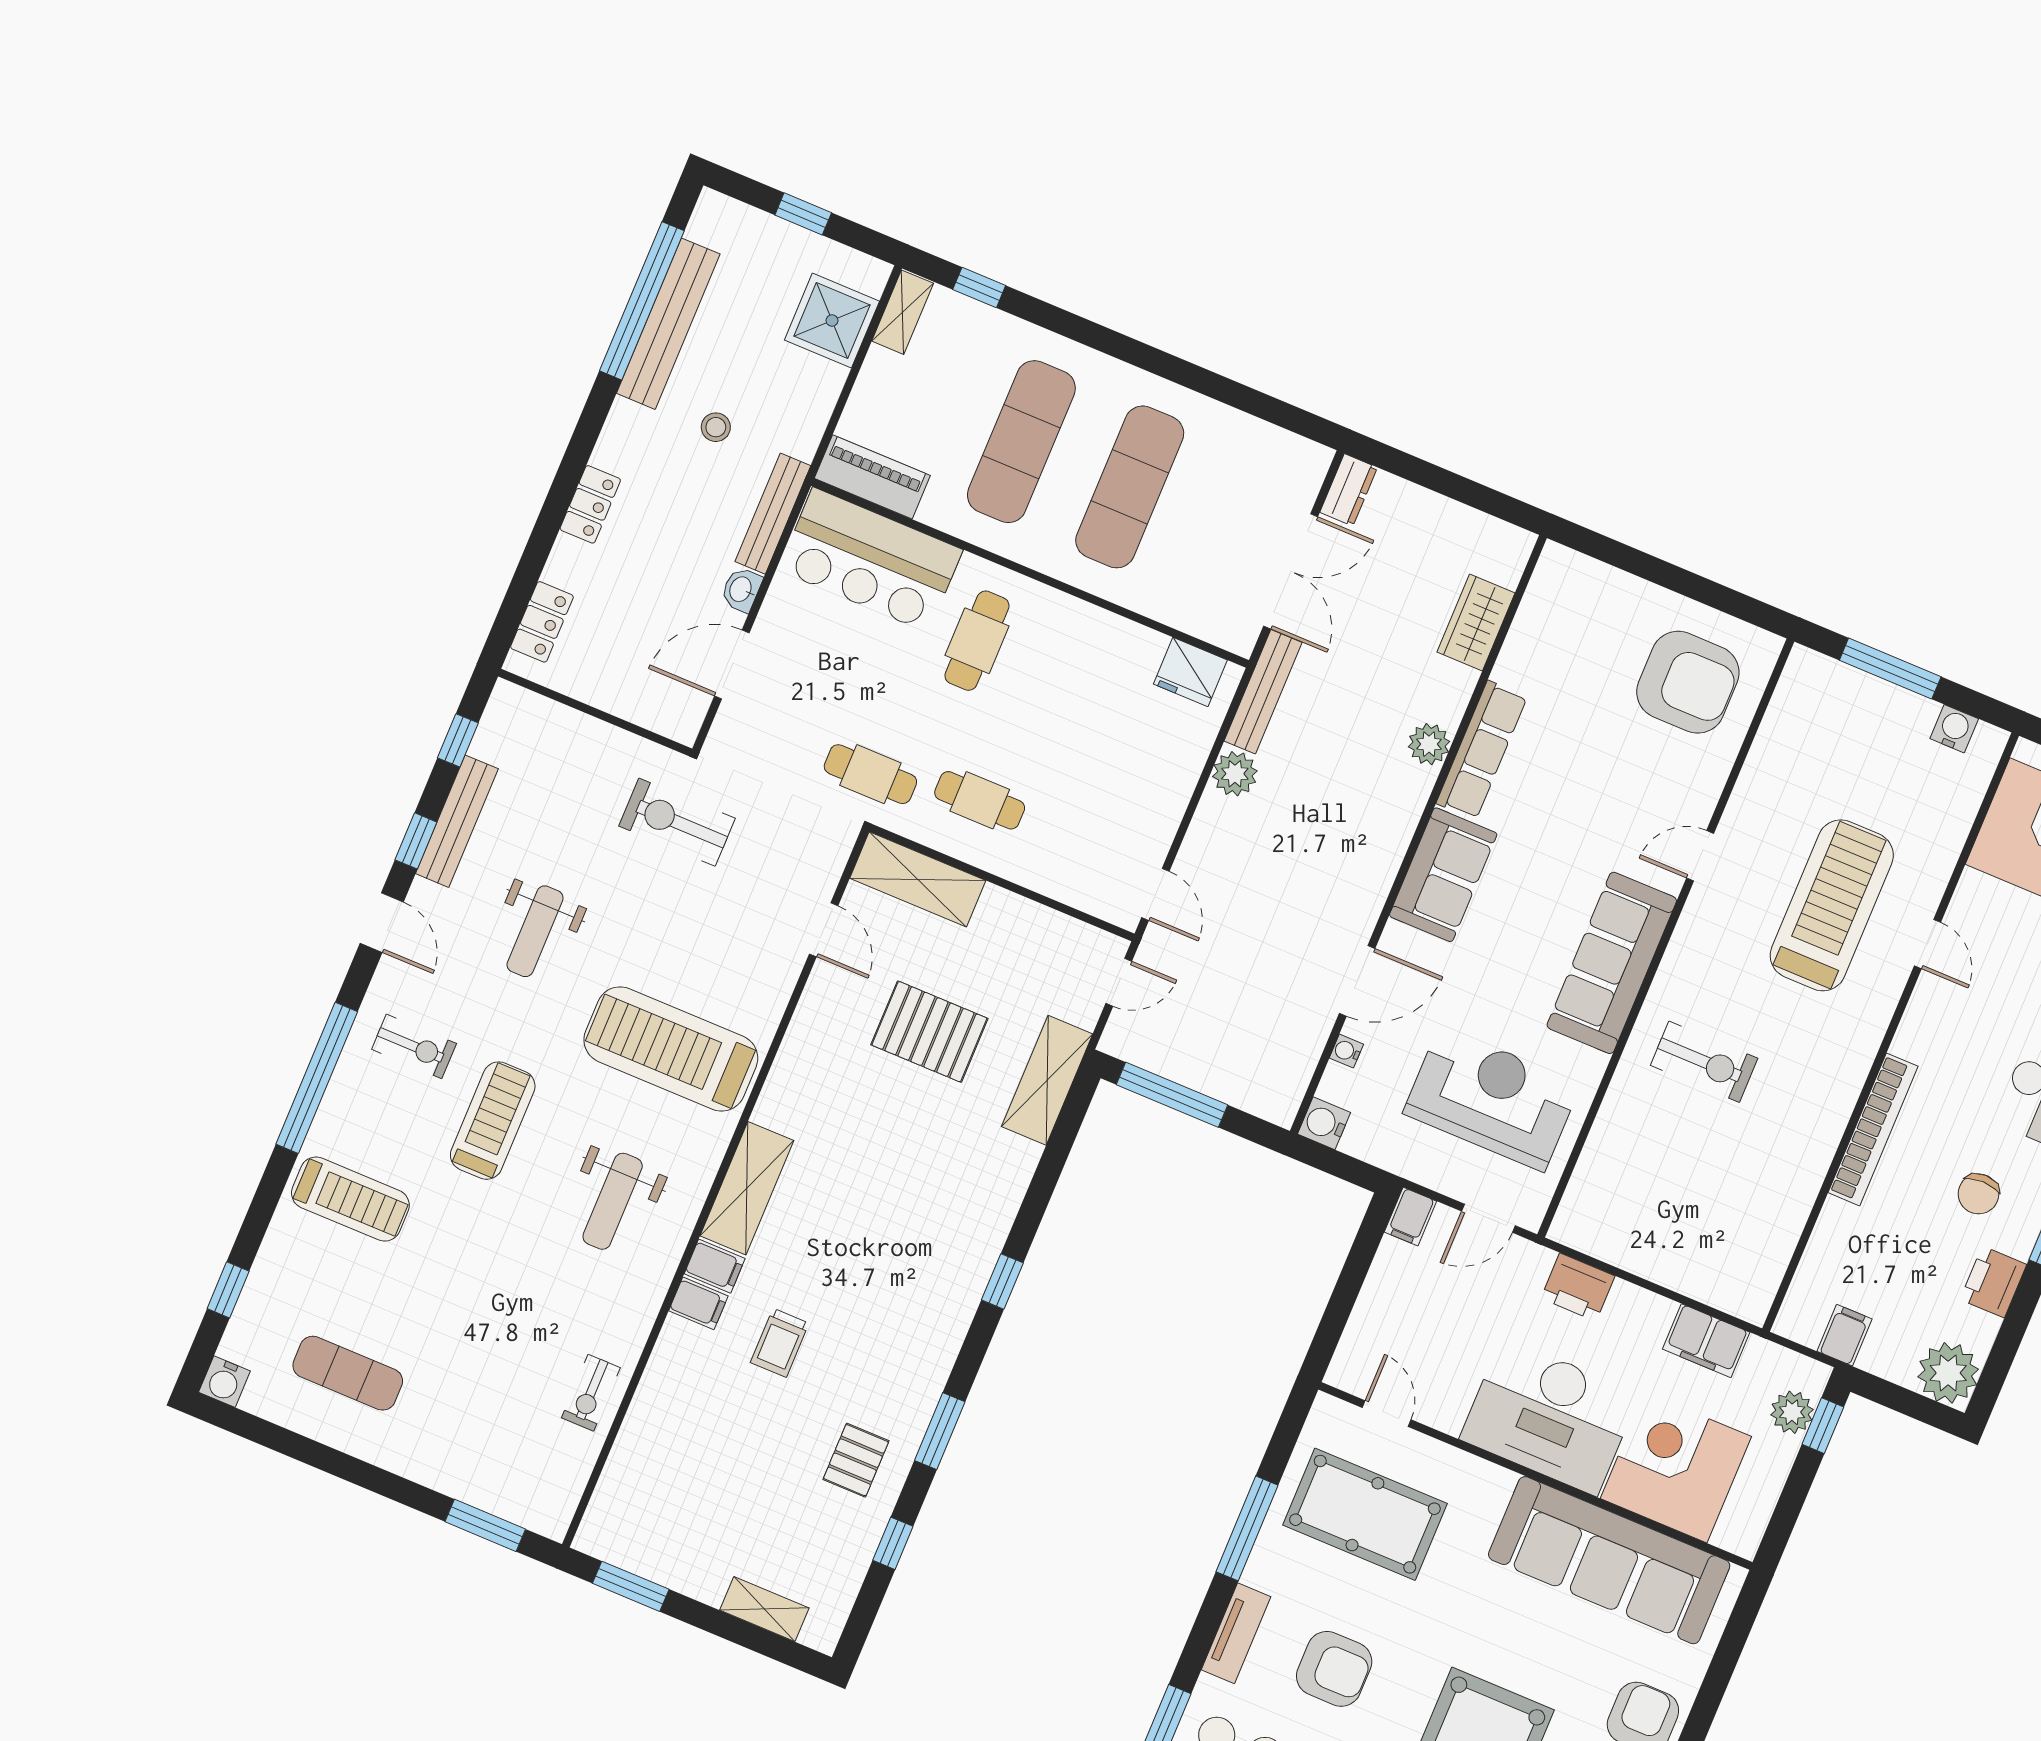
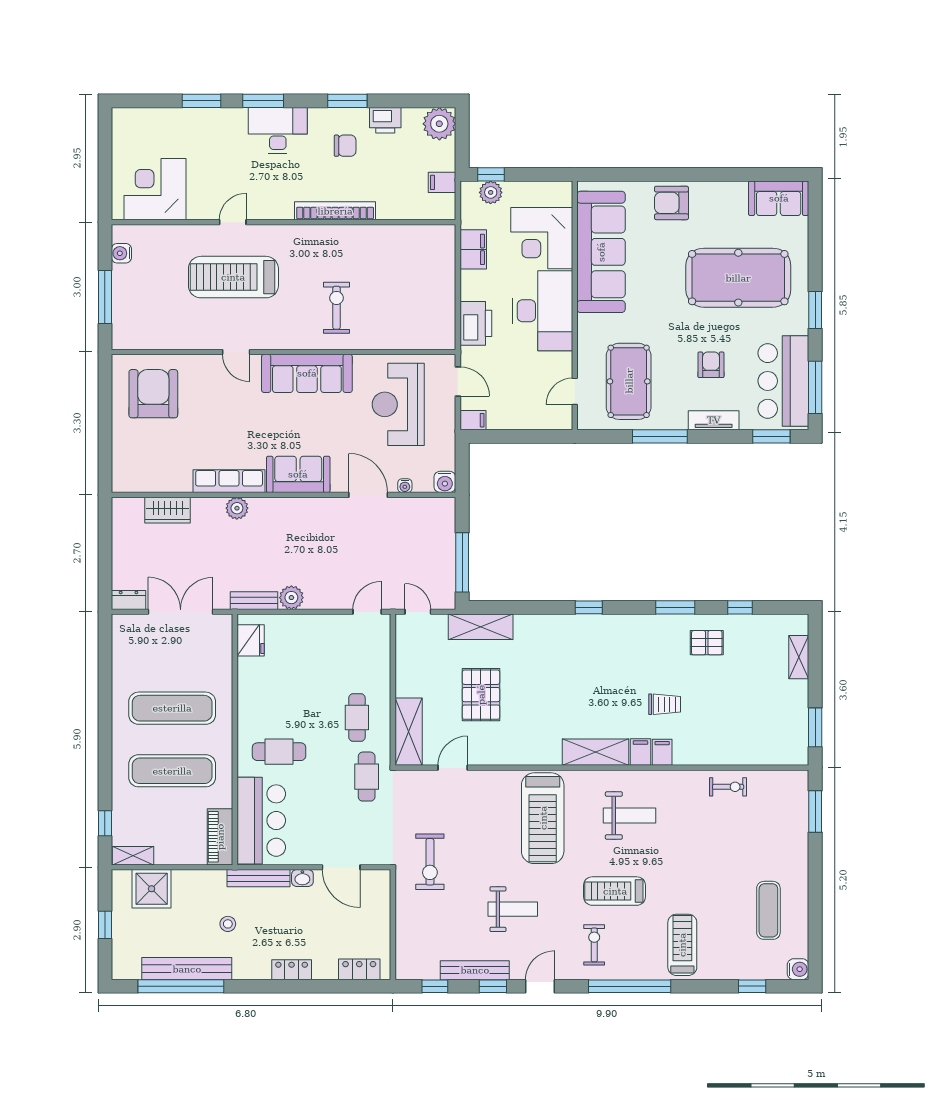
bench: (1263, 692) -> (254, 601), width x0.73
printer: (1578, 1287) -> (476, 323), width x1.37, depth x1.19
armchair: (1334, 1669) -> (711, 365), width x0.72, depth x0.72

